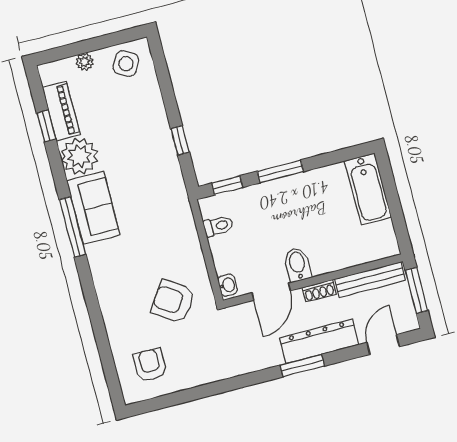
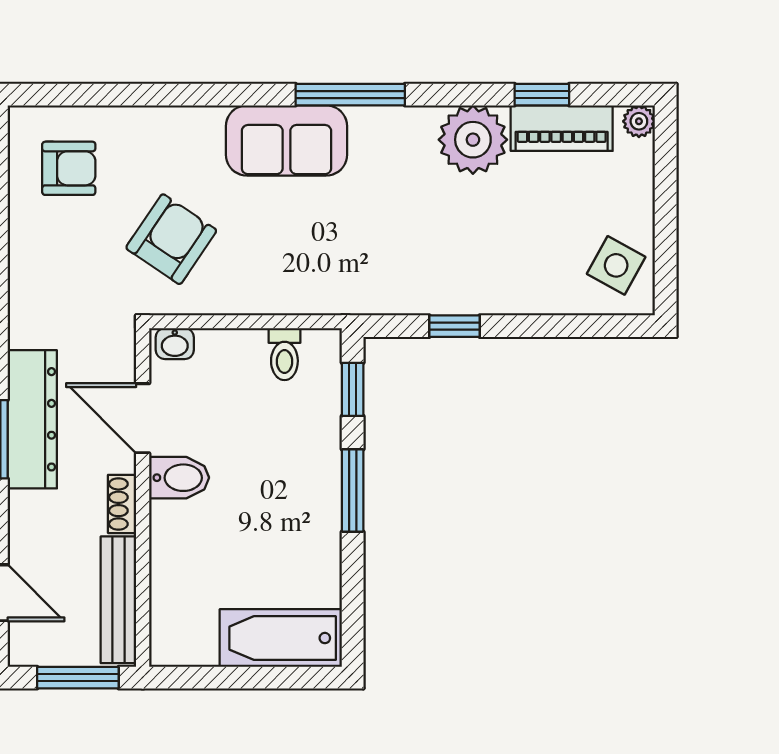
plant: (85, 62) -> (639, 121), moved
sofa: (93, 208) -> (286, 140), moved
dresser: (319, 341) -> (32, 419), moved

